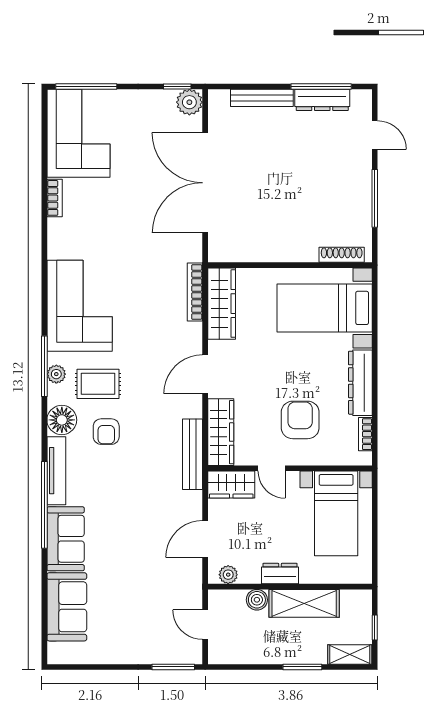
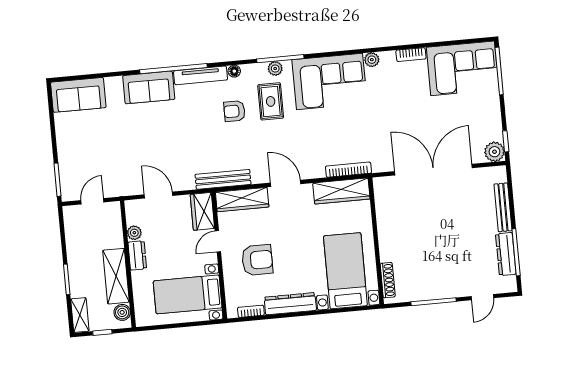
plant: (56, 249) -> (372, 60), added
floor lamp: (62, 420) -> (234, 71), width x0.53, depth x0.53
plant: (228, 575) -> (134, 233), moved
boiler: (257, 600) -> (122, 312), moved
sofa: (67, 607) -> (78, 95), moved

